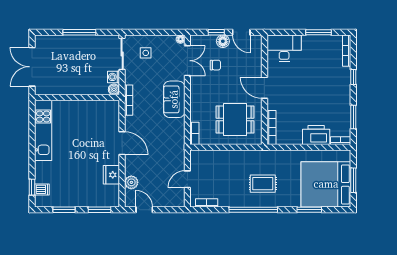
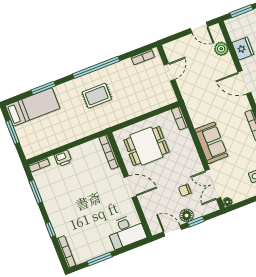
printer: (316, 135) -> (63, 158), width x0.53, depth x0.68
bed: (326, 184) -> (33, 107), width x0.49

